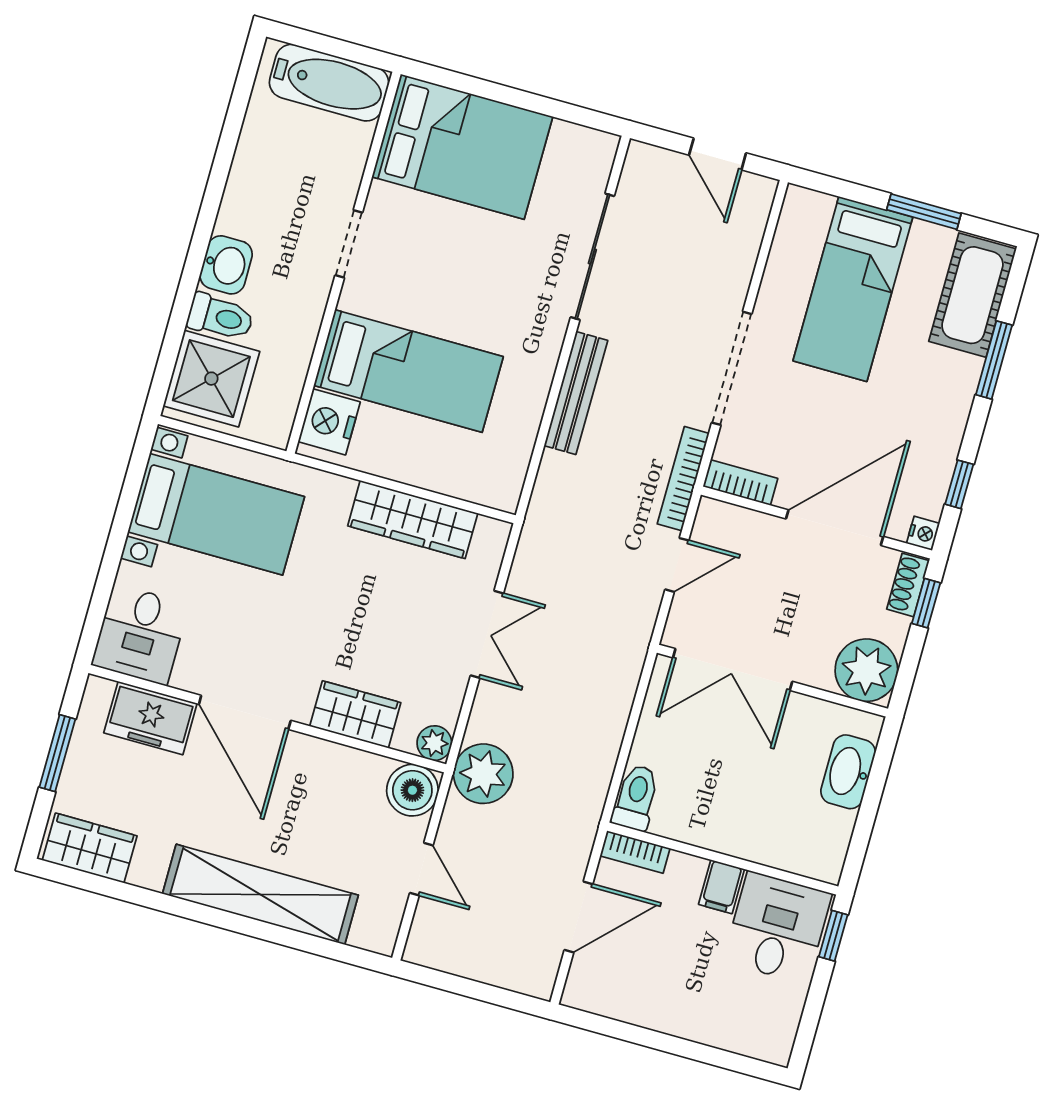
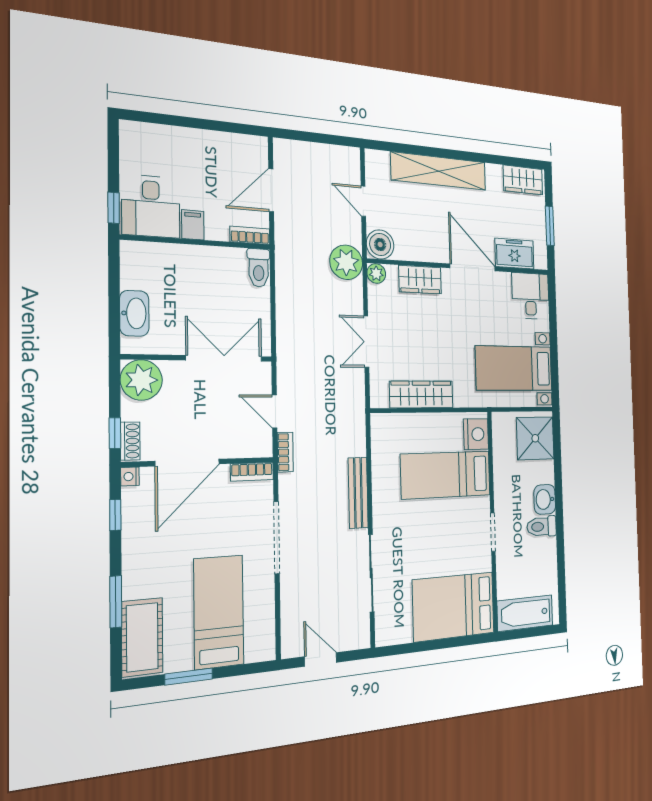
toilet: (220, 317) -> (542, 527), moved
bookcase: (683, 479) -> (285, 452), width x0.64
door: (677, 565) -> (275, 411), hinge flipped

